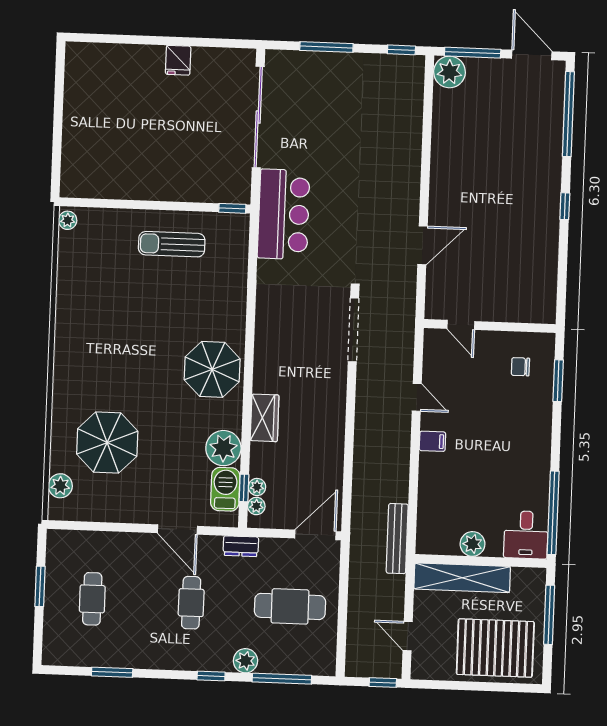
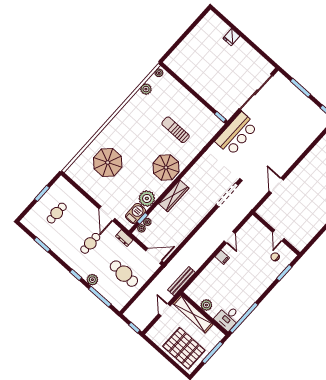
fridge: (178, 60) -> (231, 37), moved
sun lounger: (172, 244) -> (176, 130), moved
door: (423, 245) -> (276, 186), swing flipped
door: (461, 325) -> (278, 235), moved
wardrobe: (265, 418) -> (174, 196), width x1.50
plant: (60, 486) -> (146, 89), moved
door: (408, 636) -> (164, 310), moved

